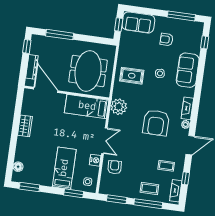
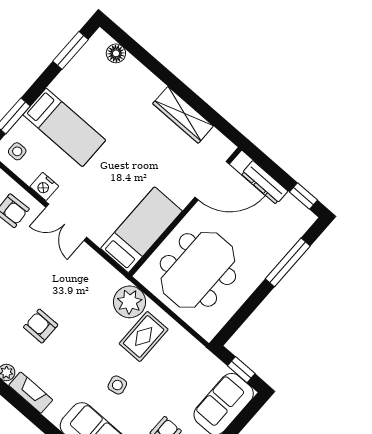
meeting table: (88, 71) -> (198, 270), turned 90
plant: (119, 107) -> (130, 302), moved
armchair: (156, 123) -> (41, 326), width x0.53, depth x0.53
wardrobe: (25, 126) -> (183, 115), width x1.50

